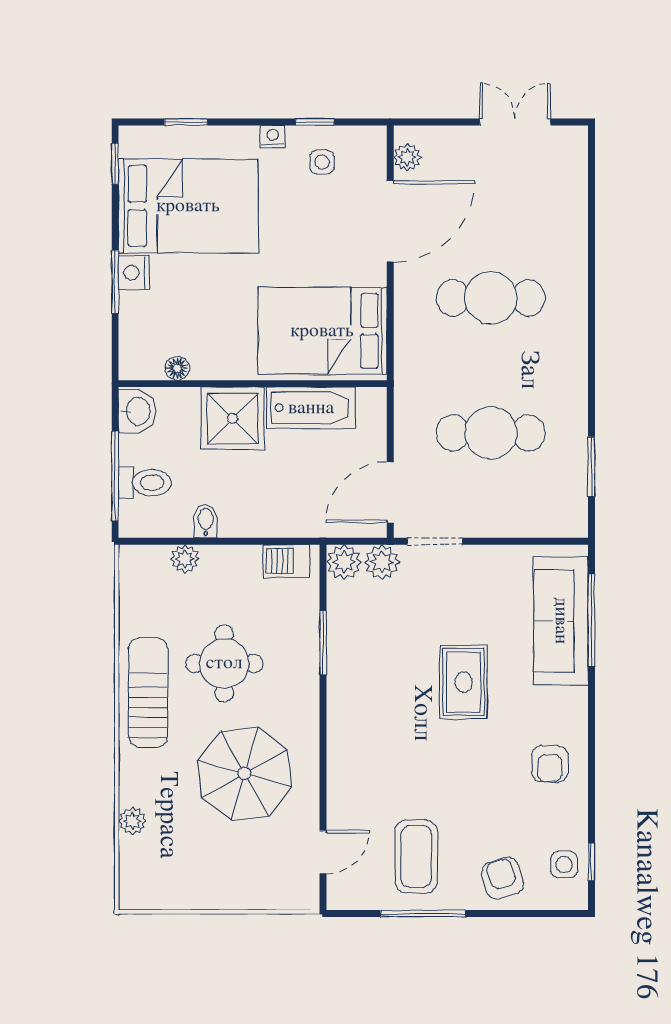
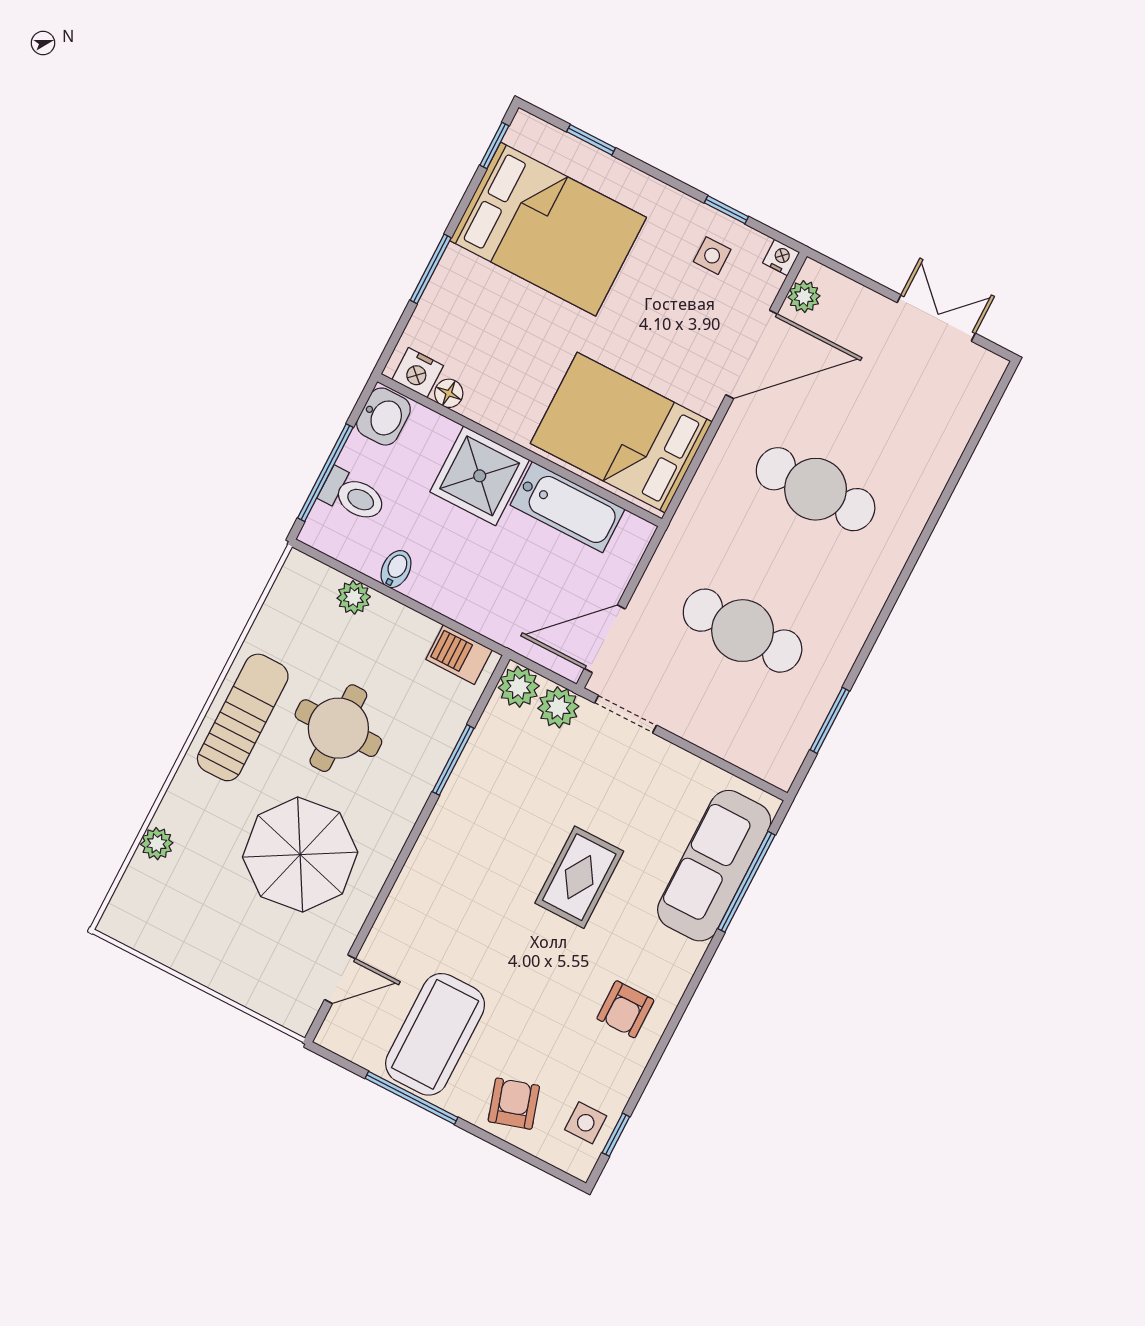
nightstand: (273, 137) -> (781, 257), moved
nightstand: (134, 272) -> (418, 373), moved, turned -90
coffee table: (416, 857) -> (435, 1034), width x1.36, depth x1.32

